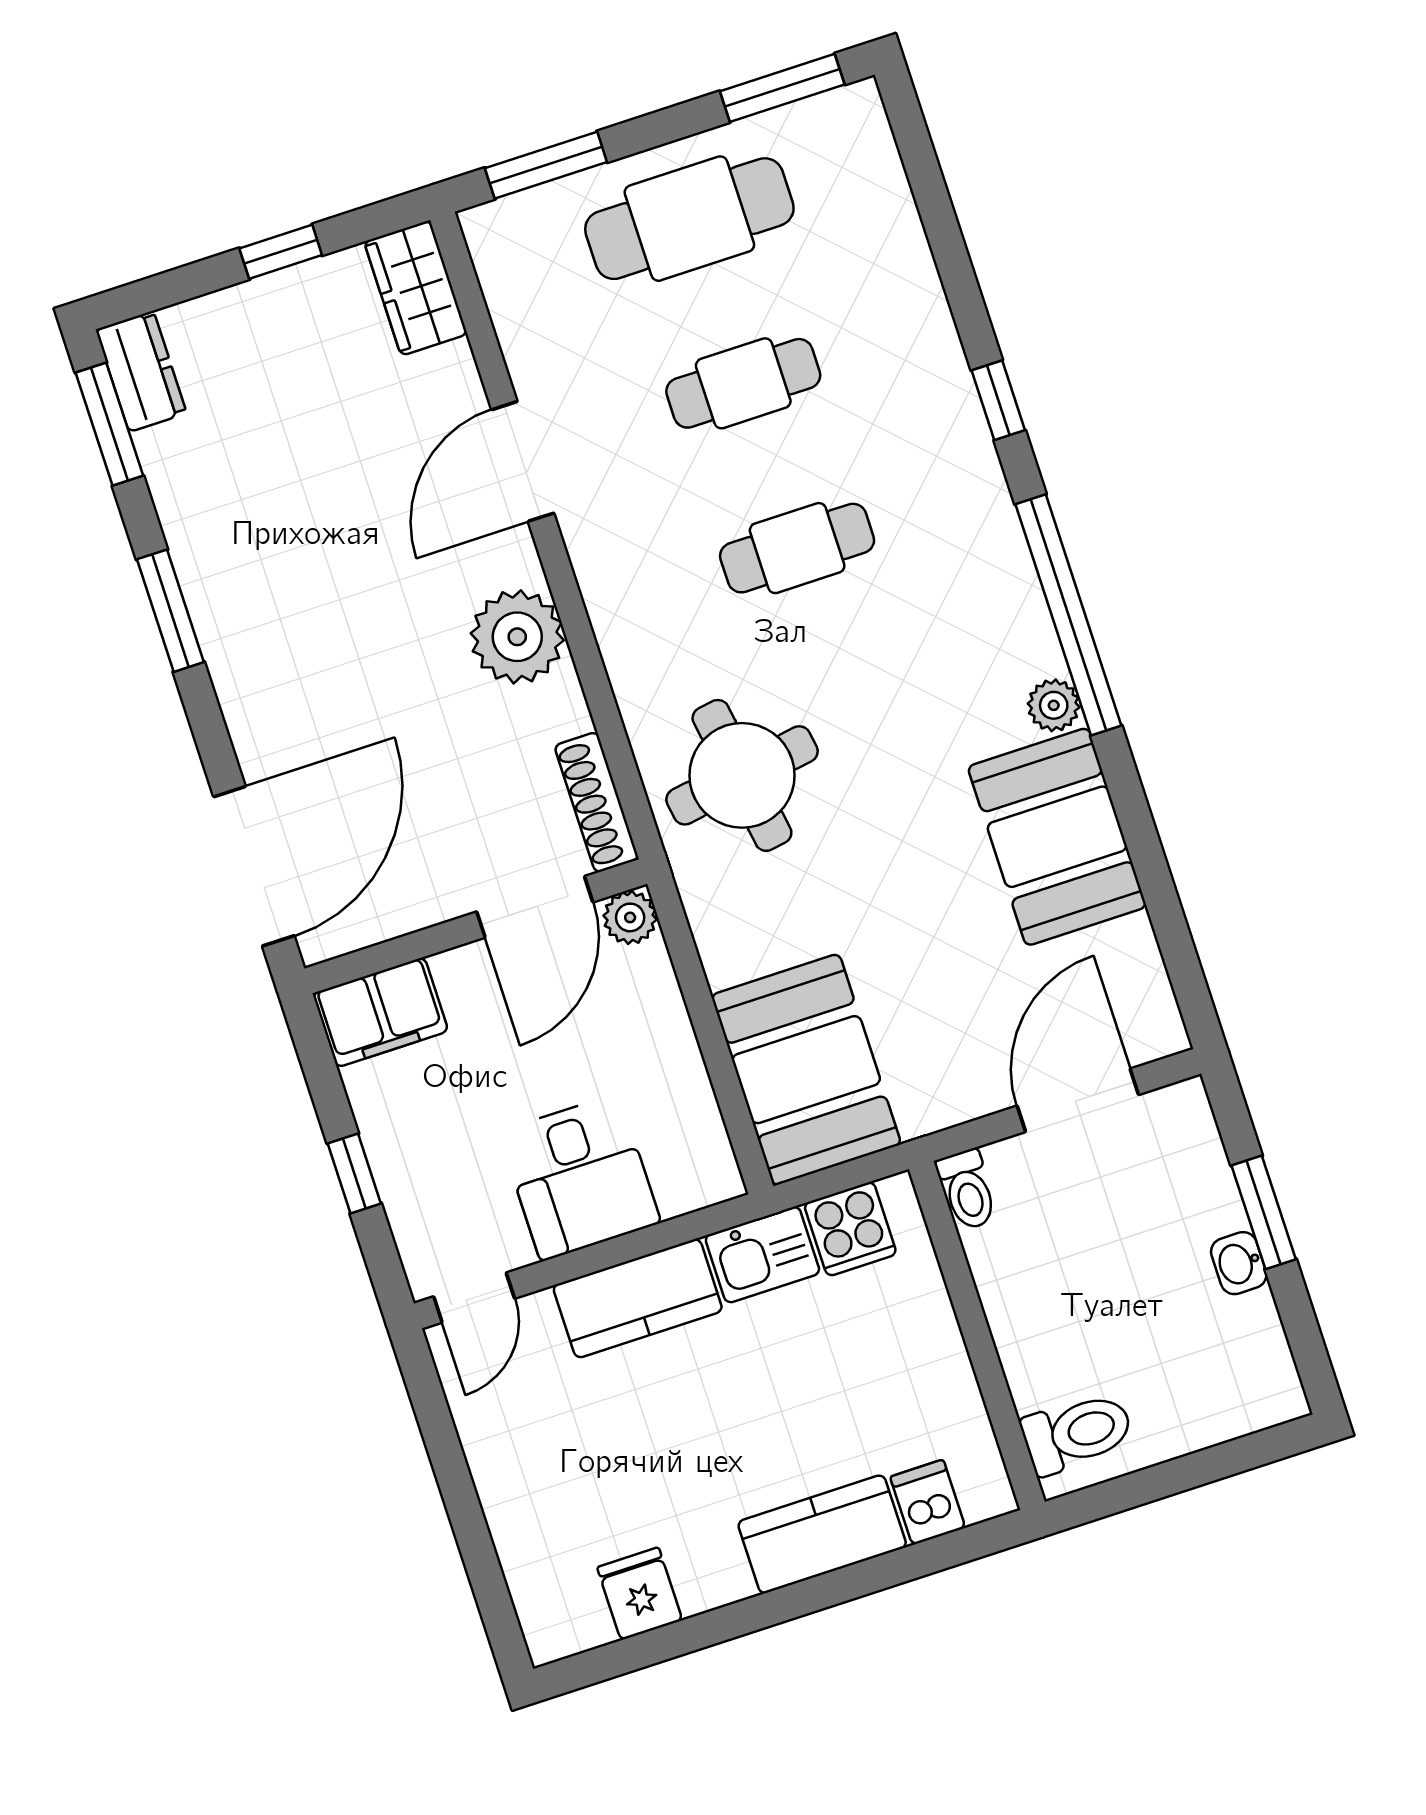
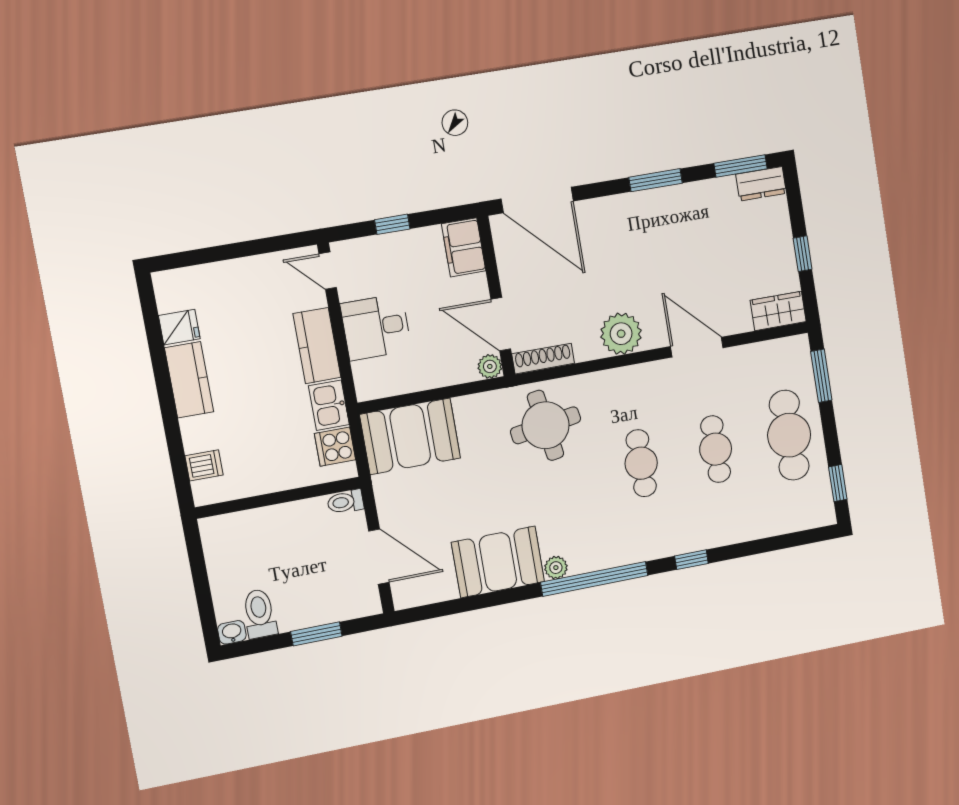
window: (782, 88) -> (838, 483), width x0.67
washbasin: (1239, 1263) -> (232, 632), moved
toilet: (1077, 1433) -> (260, 614), moved, turned 180
kitchen counter: (822, 1534) -> (189, 380), moved

